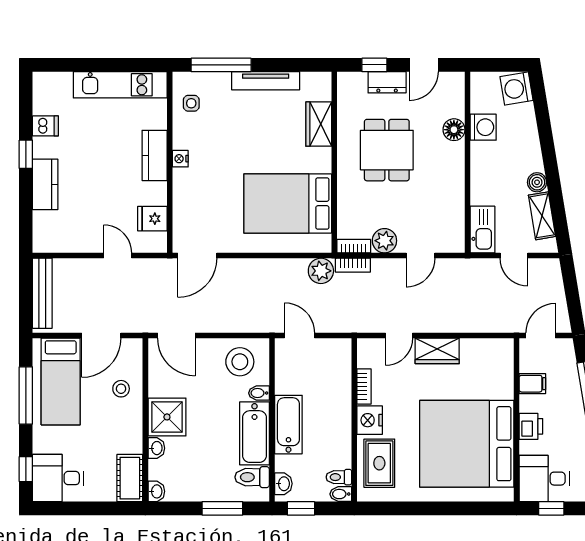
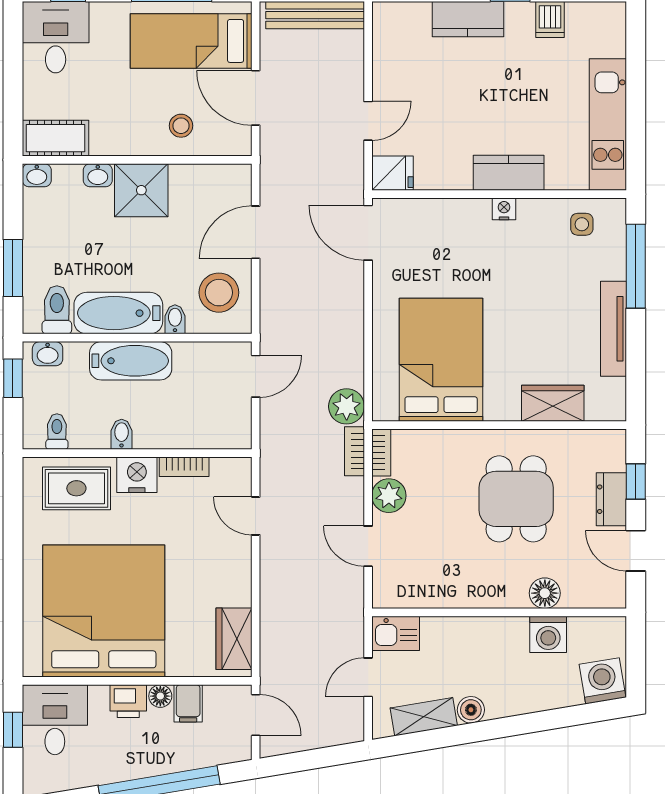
dining table: (387, 150) -> (516, 499), turned 90
fridge: (152, 219) -> (392, 173), moved, turned 90
kitchen sink: (483, 230) -> (396, 633), width x0.73
door: (176, 336) -> (256, 232), moved
wardrobe: (437, 351) -> (234, 639), moved
floor lamp: (527, 403) -> (160, 696), added
bidet: (341, 494) -> (122, 434), moved

